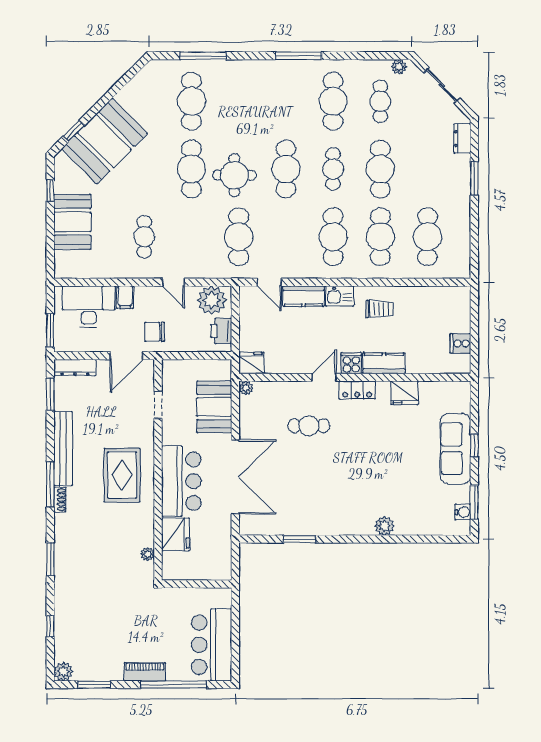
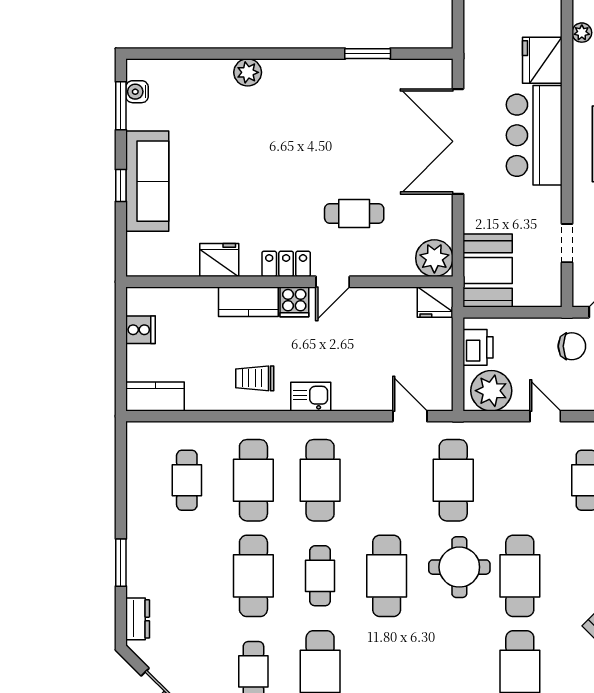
cafe table: (427, 237) -> (187, 480), width x0.73, depth x0.74
kitchen counter: (304, 296) -> (155, 396), moved
plant: (246, 388) -> (434, 258), width x1.88, depth x1.88
booth: (214, 407) -> (488, 271), moved

